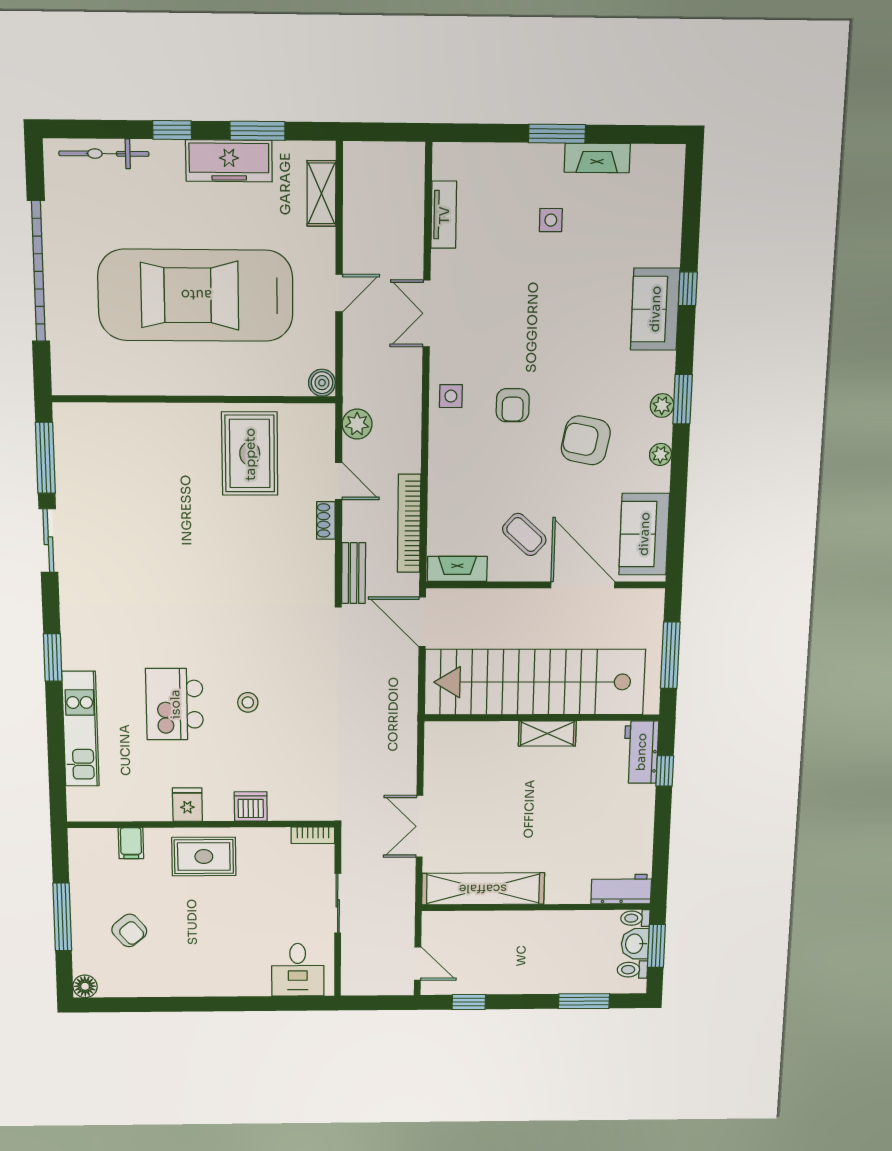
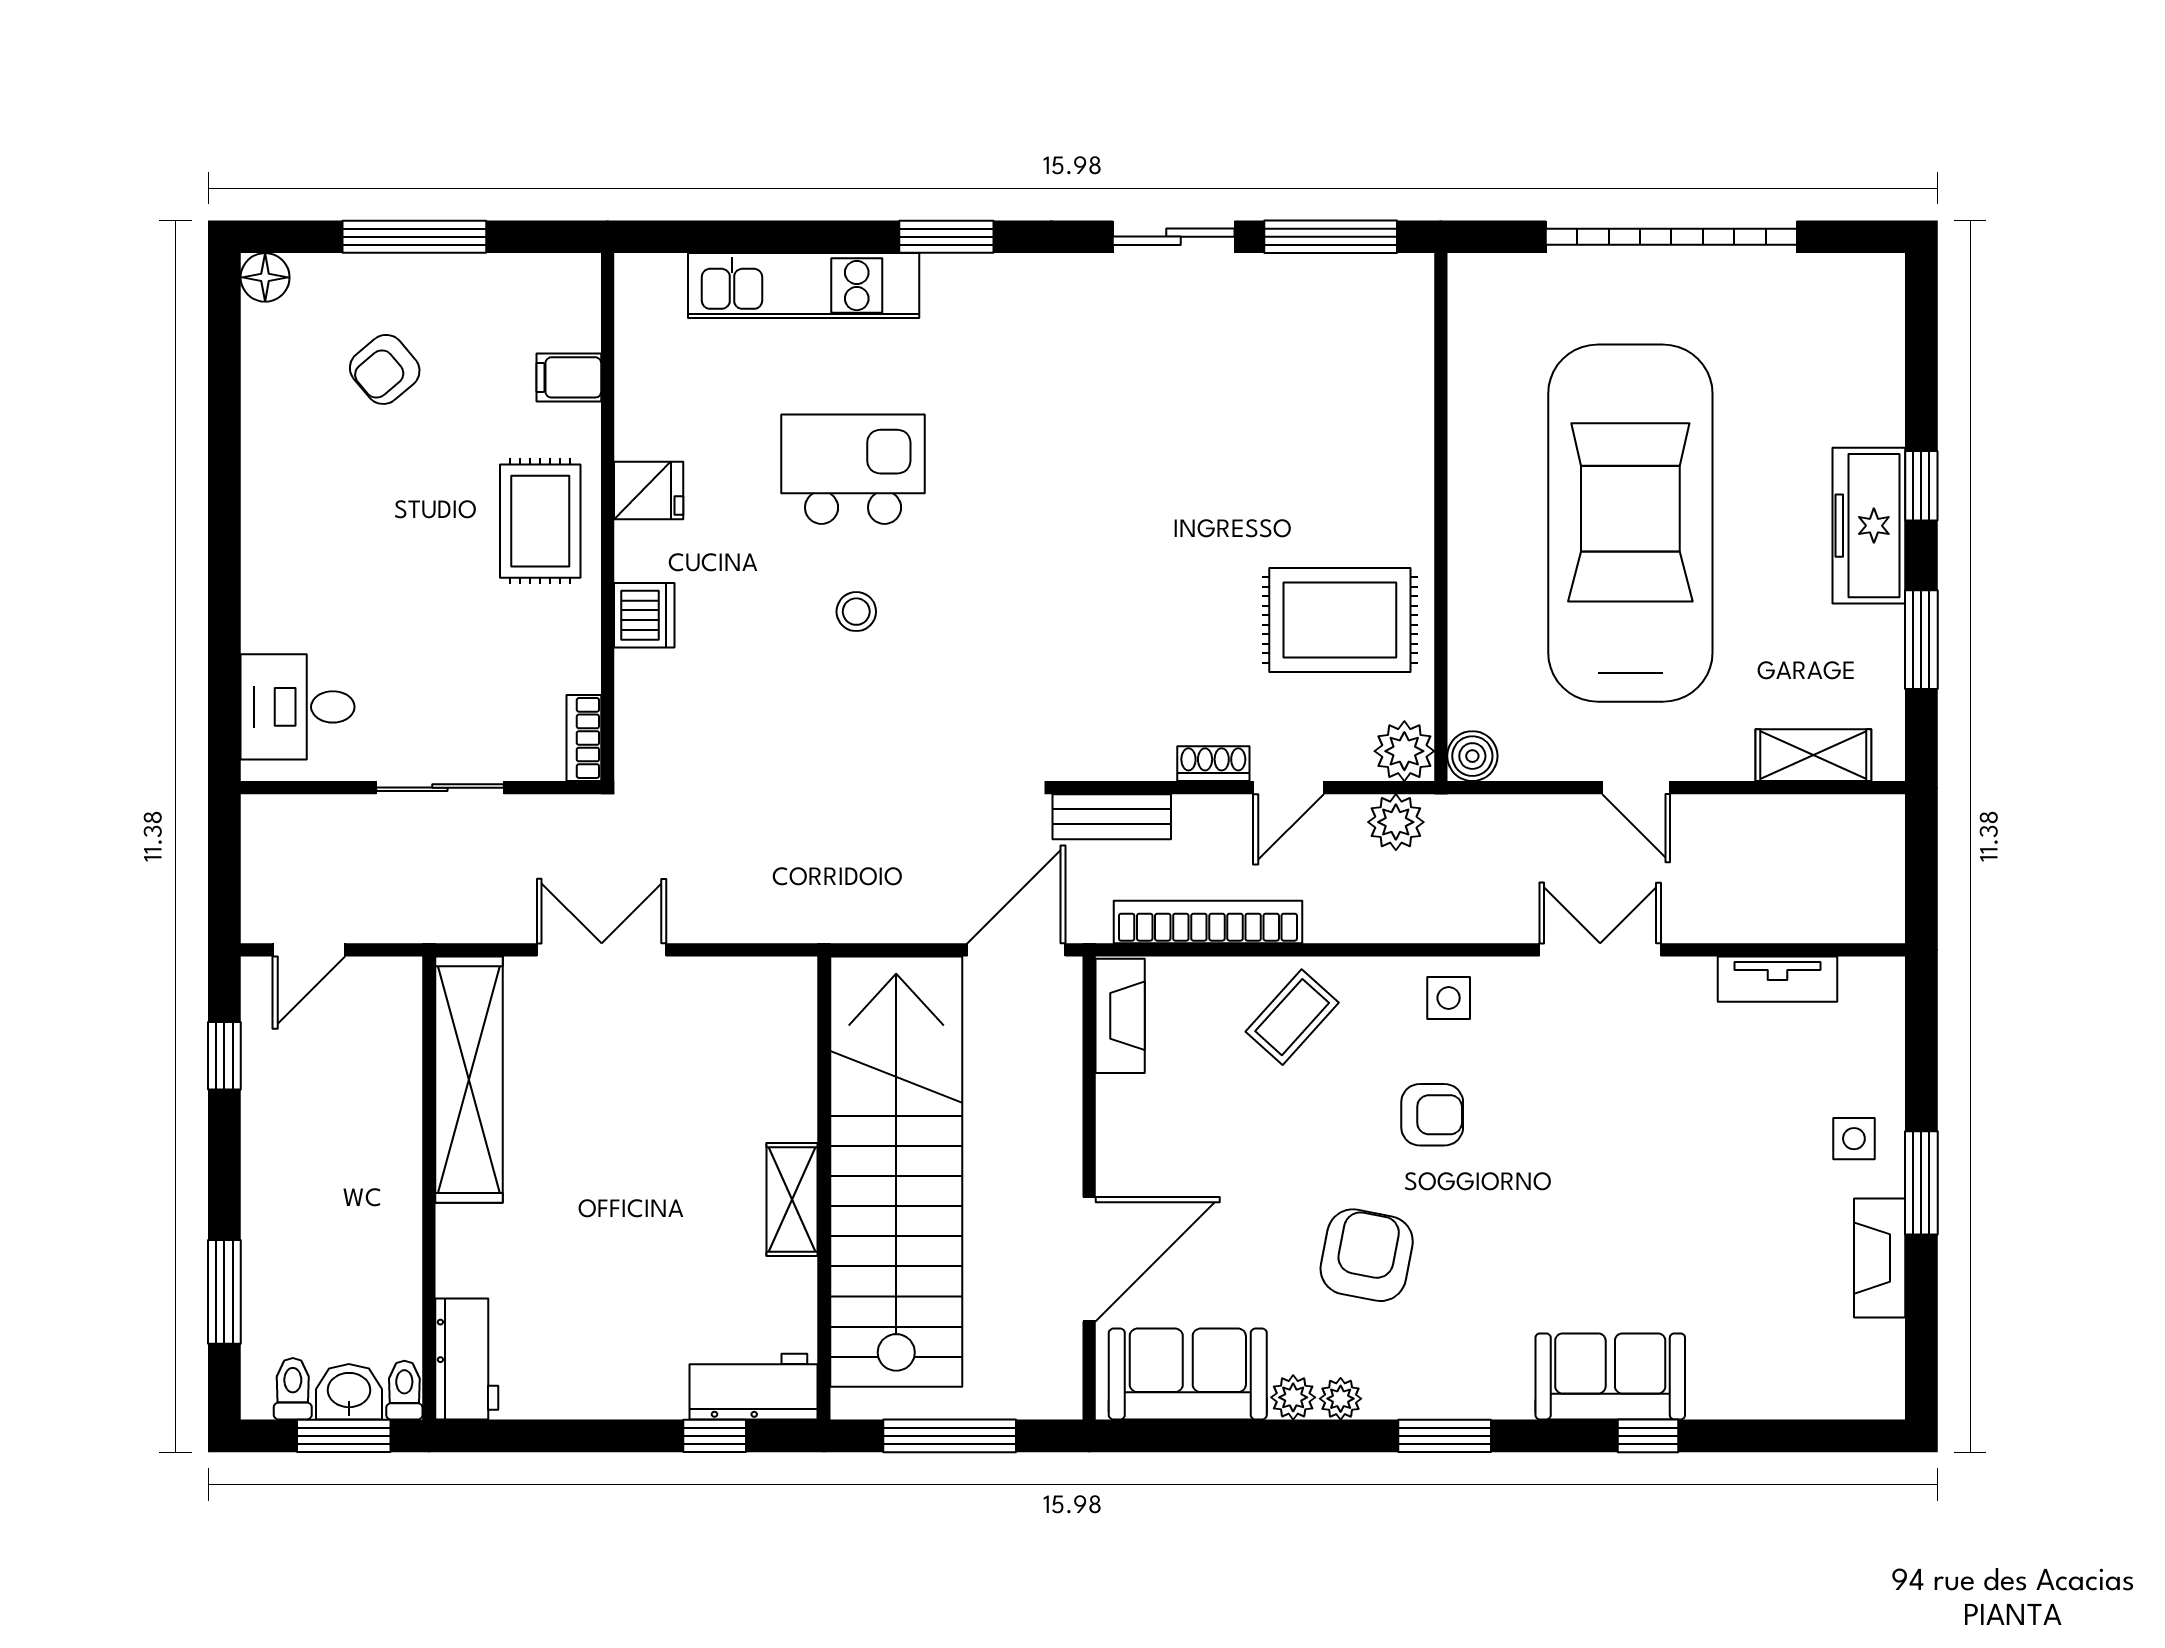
bicycle: (104, 154) -> (1879, 362), removed
freezer: (229, 161) -> (1869, 526), moved
side table: (551, 220) -> (1854, 1139), moved
armchair: (513, 405) -> (1432, 1115), turned 180
plant: (662, 406) -> (1293, 1397), moved
plant: (319, 419) -> (1404, 751), added
coffee table: (524, 535) -> (1292, 1017), moved

